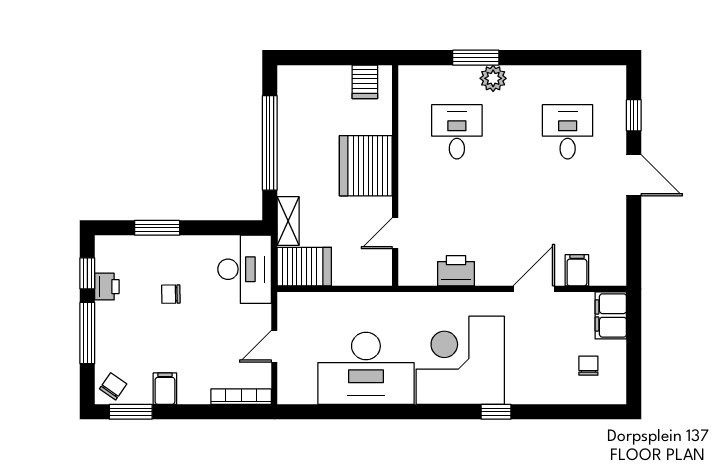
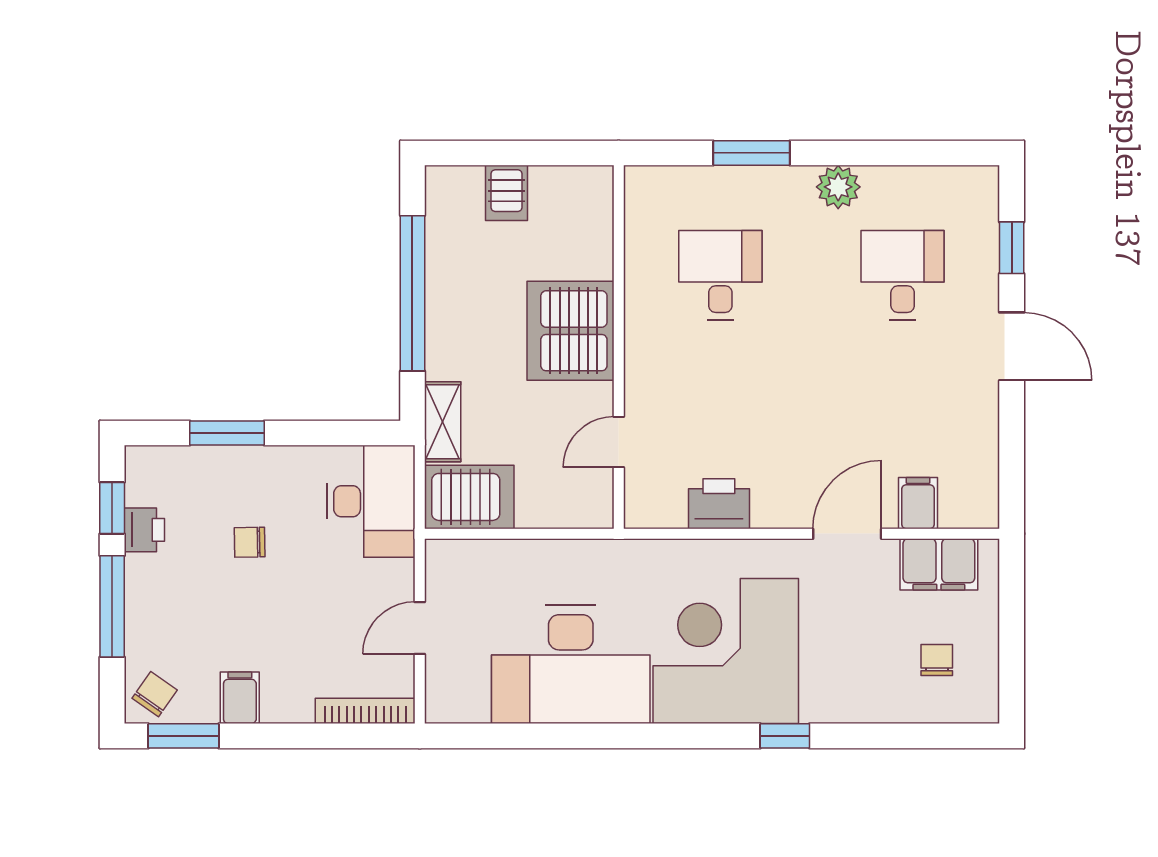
plant: (493, 78) -> (838, 187), moved
server rack: (365, 82) -> (507, 193), moved
filing cabinet: (611, 315) -> (939, 564), moved, turned -90

